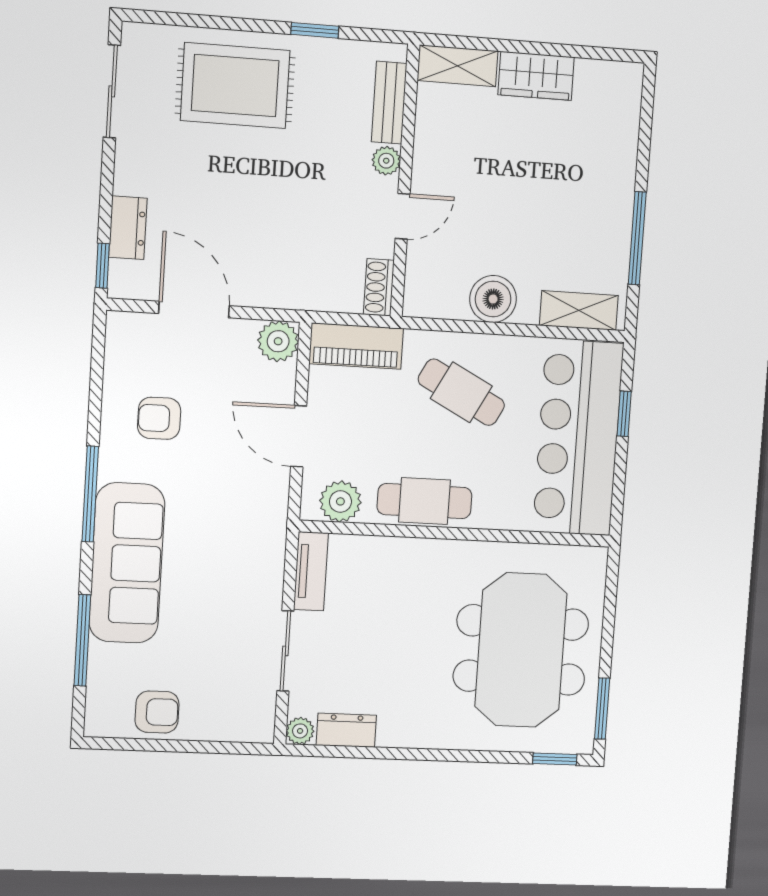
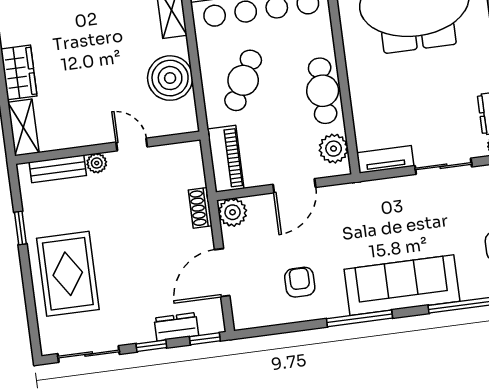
window: (107, 186) -> (151, 346), added
shoe rack: (379, 287) -> (200, 208), moved, turned 90
boiler: (493, 299) -> (170, 78), width x1.37, depth x1.37
armchair: (159, 418) -> (300, 282), turned 180

